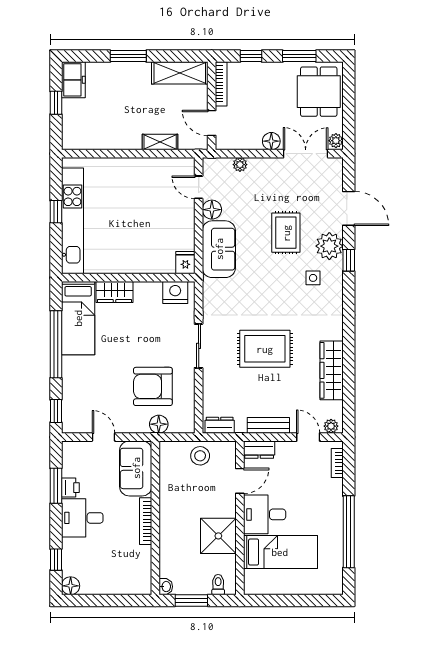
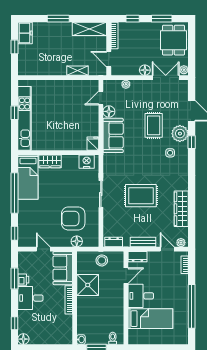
door: (199, 187) -> (101, 98), hinge flipped
shower: (218, 536) -> (88, 285), moved

